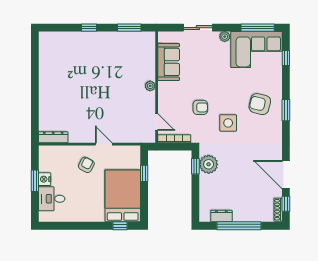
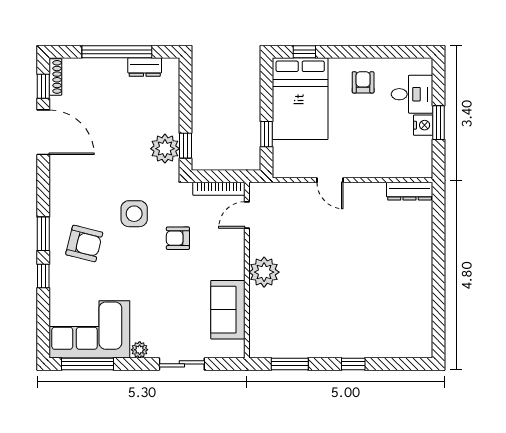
window: (286, 58) -> (43, 276), moved
plant: (150, 86) -> (264, 272), width x1.88, depth x1.88
door: (157, 122) -> (247, 215), hinge flipped
armchair: (86, 165) -> (363, 82), moved, turned 153

